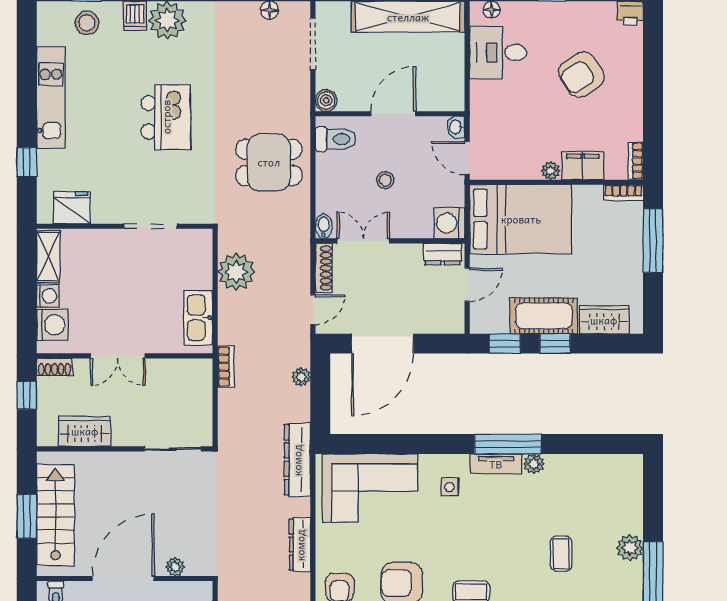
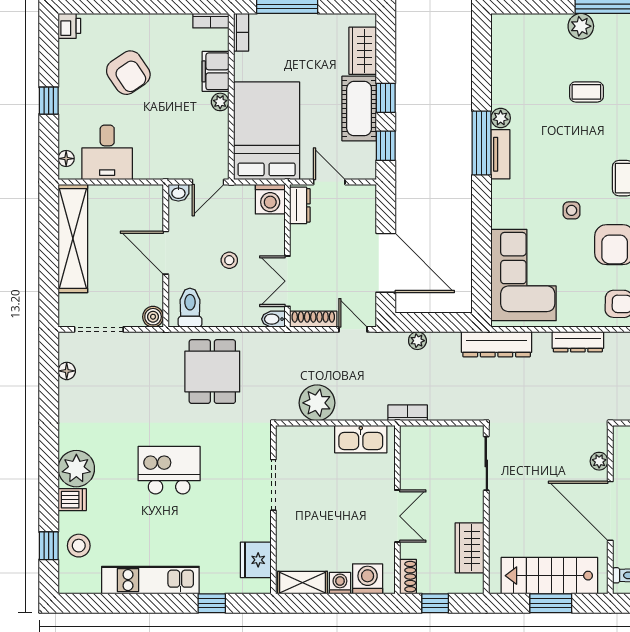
side table: (450, 487) -> (572, 210), moved

